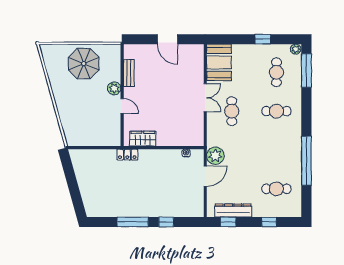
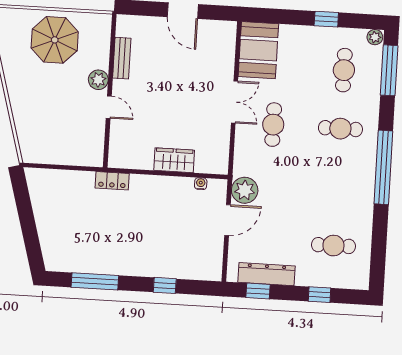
wardrobe: (143, 139) -> (174, 160), moved
window: (306, 161) -> (383, 167), moved
window: (133, 222) -> (95, 281), moved

